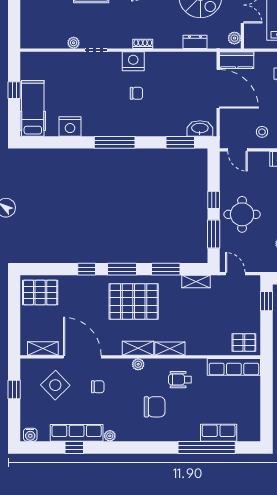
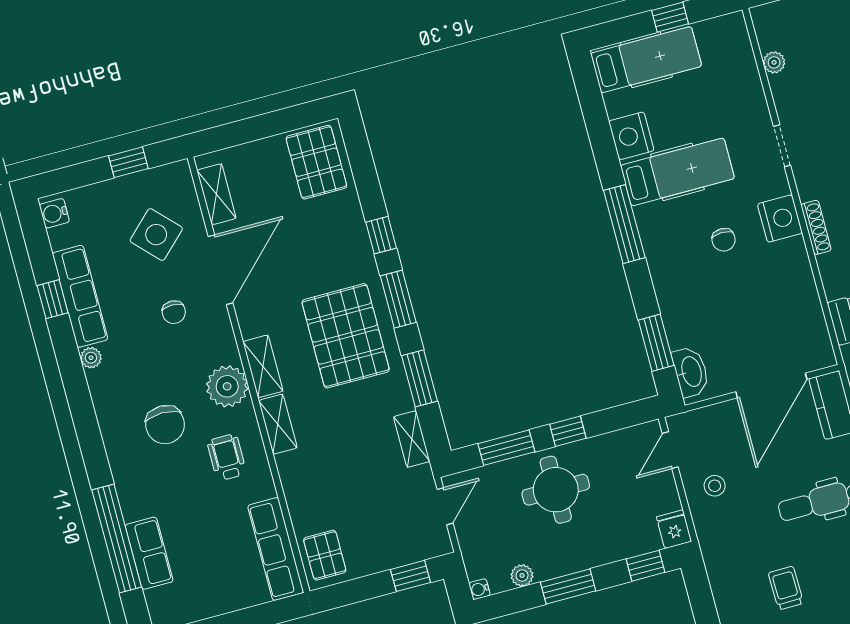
plant: (74, 43) -> (774, 62), moved
shoe rack: (143, 44) -> (816, 227), width x1.43
hospital bed: (95, 108) -> (677, 172), added
plant: (138, 364) -> (227, 386), width x1.88, depth x1.88

